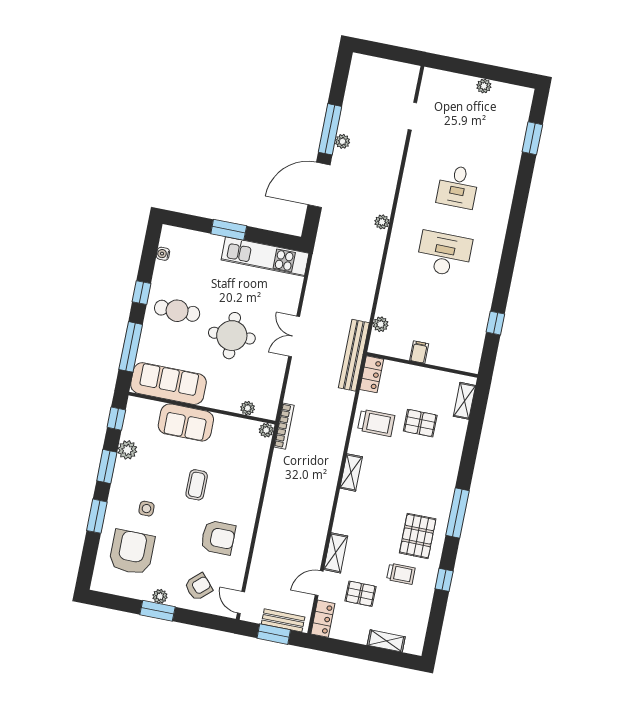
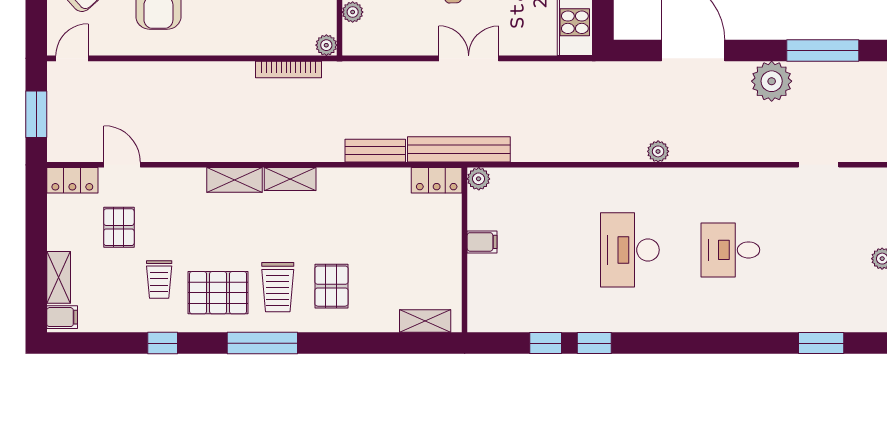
window: (330, 129) -> (823, 50), moved
plant: (343, 141) -> (772, 81), width x1.88, depth x1.88
desk: (444, 254) -> (630, 250), turned 180
window: (502, 290) -> (594, 343), added
plant: (381, 324) -> (479, 179), moved
trolley: (376, 423) -> (278, 287), moved
pallet: (420, 423) -> (331, 286), moved
bookcase: (284, 426) -> (288, 70), moved
shelving: (336, 553) -> (235, 180), moved
bench: (283, 620) -> (375, 151), moved, turned 90
filing cabinet: (413, 644) -> (62, 317), added

